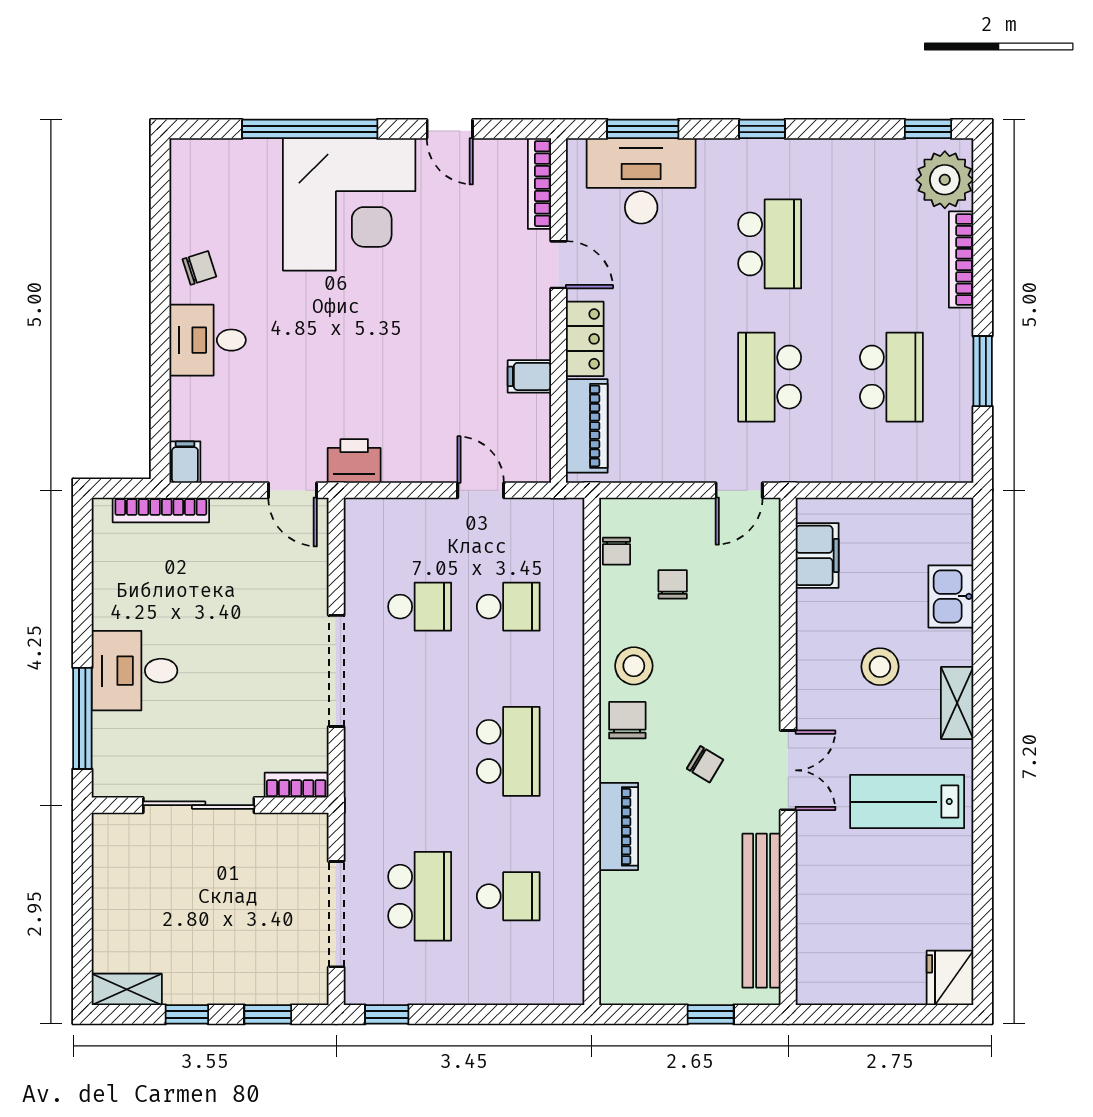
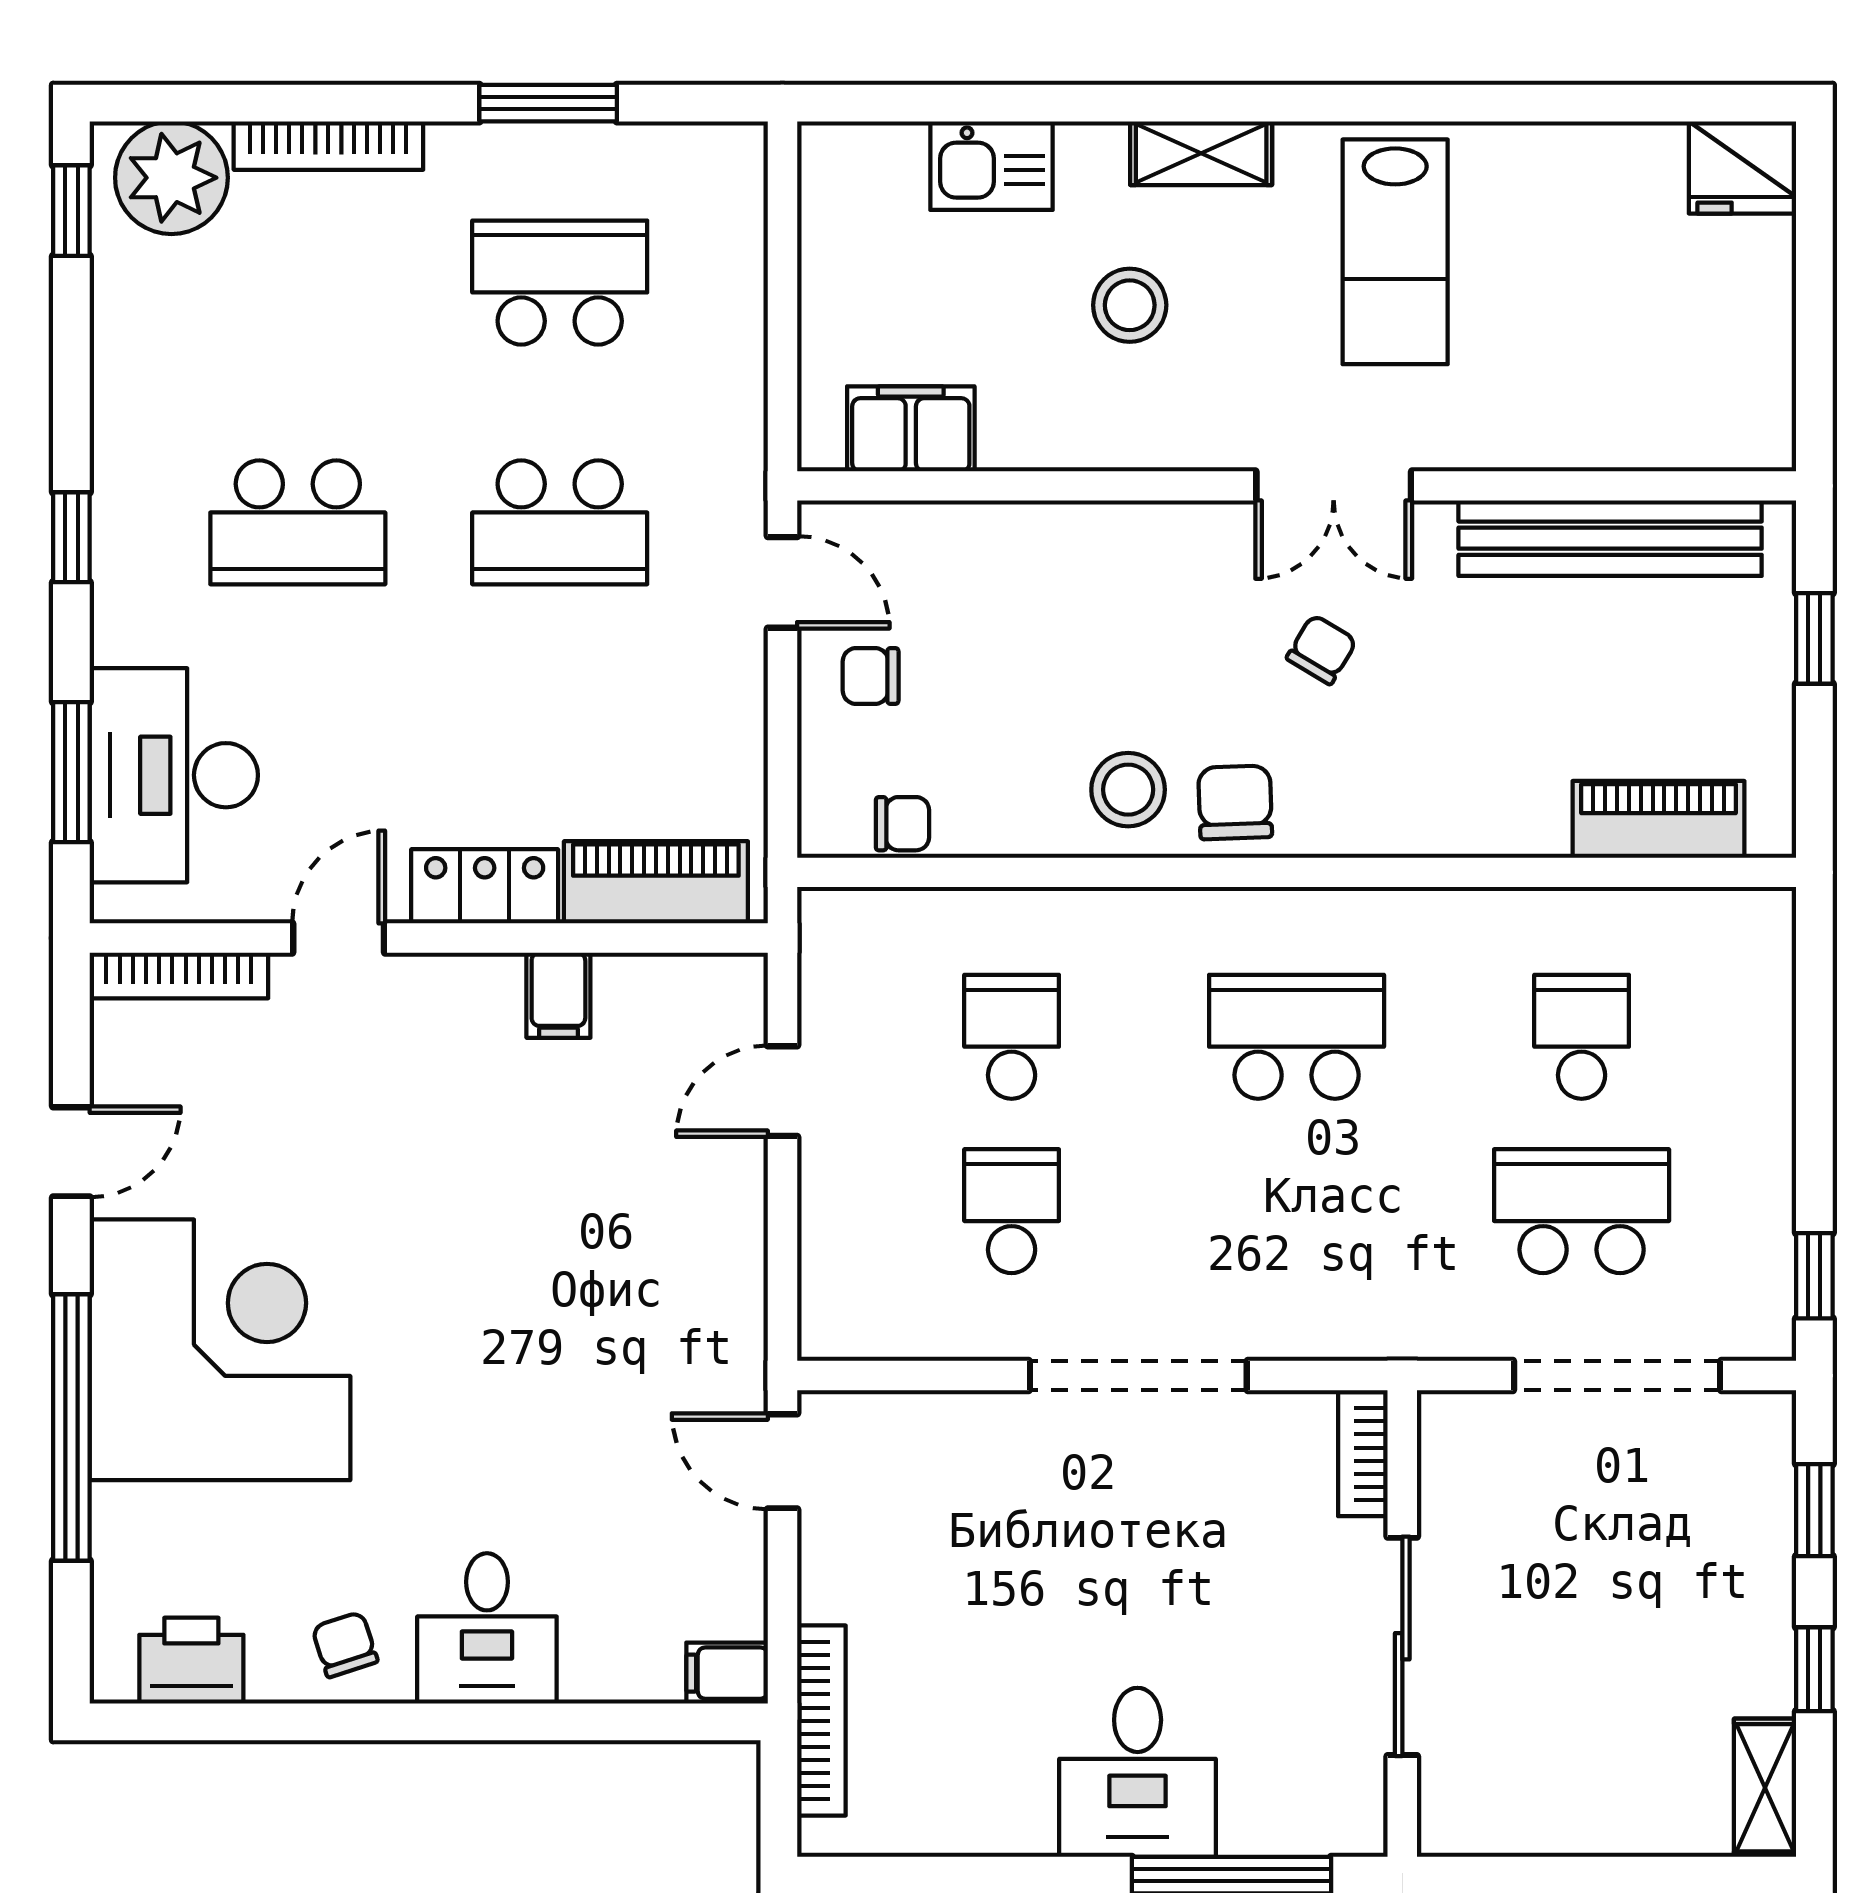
school desk: (770, 244) -> (298, 522), turned 180
printer: (354, 461) -> (191, 1661), moved, turned 90
door: (293, 490) -> (782, 1461), swing flipped
chair: (673, 584) -> (871, 676), moved
chair: (627, 720) -> (1235, 802), turned 88
double door: (788, 770) -> (1334, 486), swing flipped
piano: (619, 826) -> (1659, 819), moved

